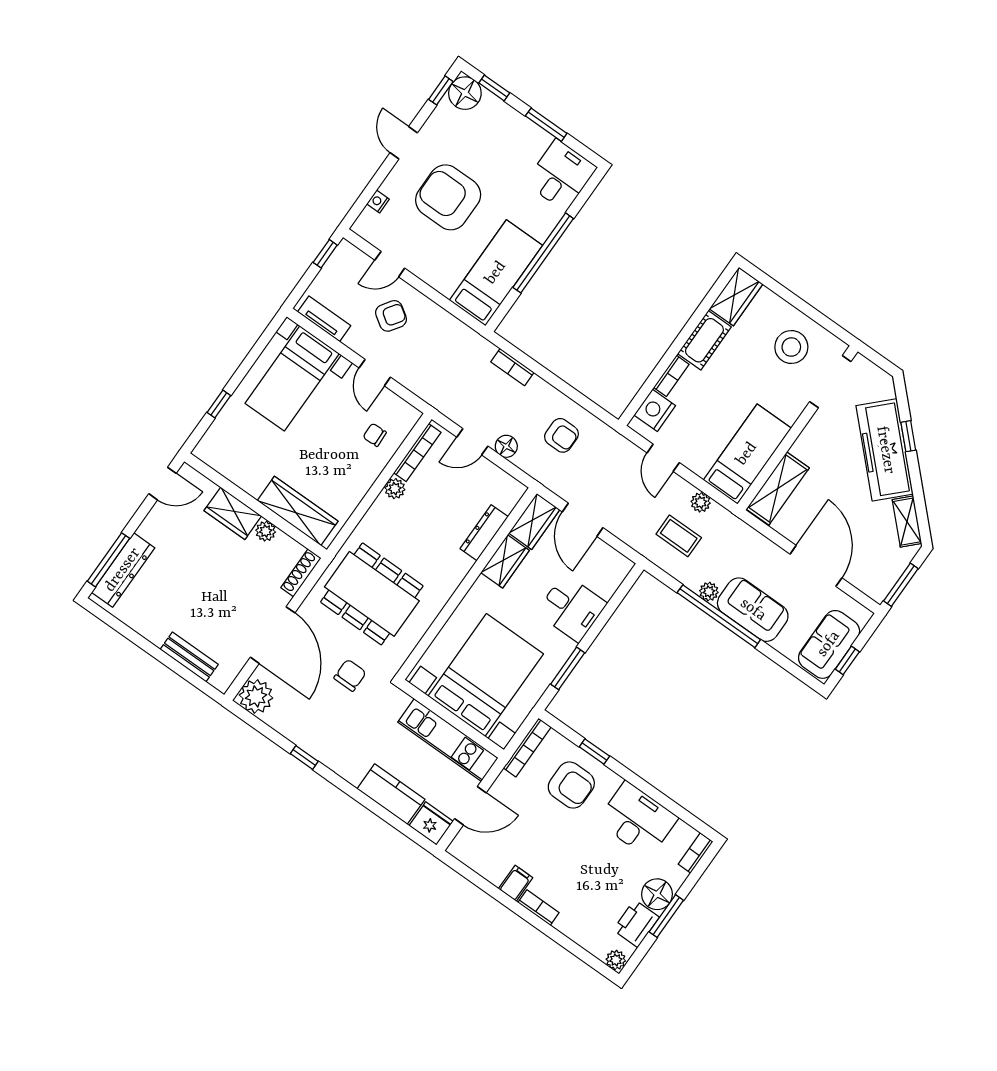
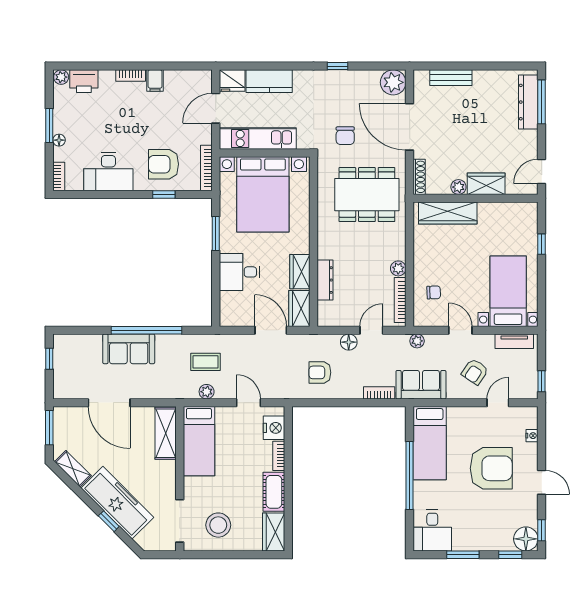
plant: (709, 592) -> (417, 341), moved
sofa: (829, 644) -> (421, 385), moved, turned -90
floor lamp: (657, 894) -> (59, 140), width x0.53, depth x0.53
printer: (636, 924) -> (84, 81), moved, turned 90

